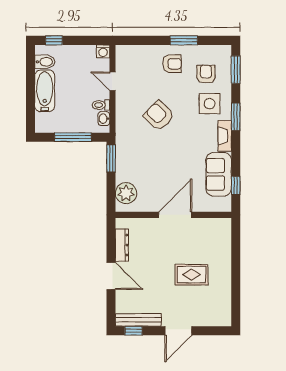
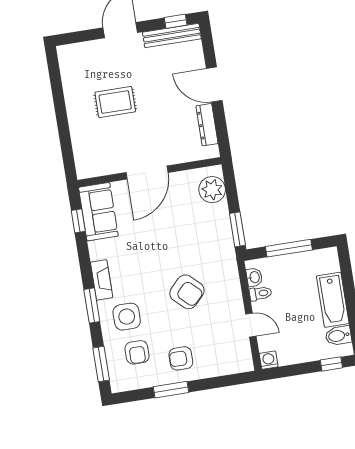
sofa: (219, 174) -> (98, 212), moved

